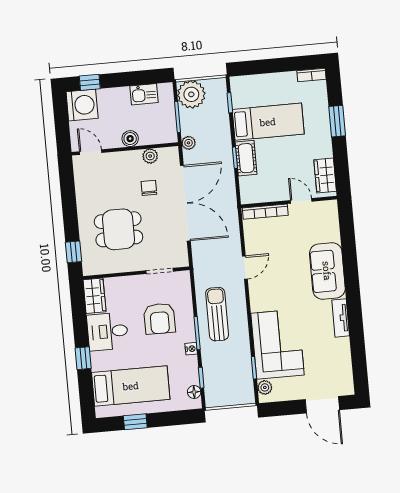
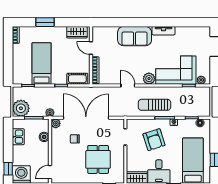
boiler: (130, 139) -> (44, 137), moved
plant: (150, 156) -> (56, 123), moved
cot: (246, 158) -> (77, 79), moved
door: (301, 201) -> (91, 48), hinge flipped
plant: (260, 301) -> (149, 79), added
armchair: (159, 319) -> (154, 140), turned 72

